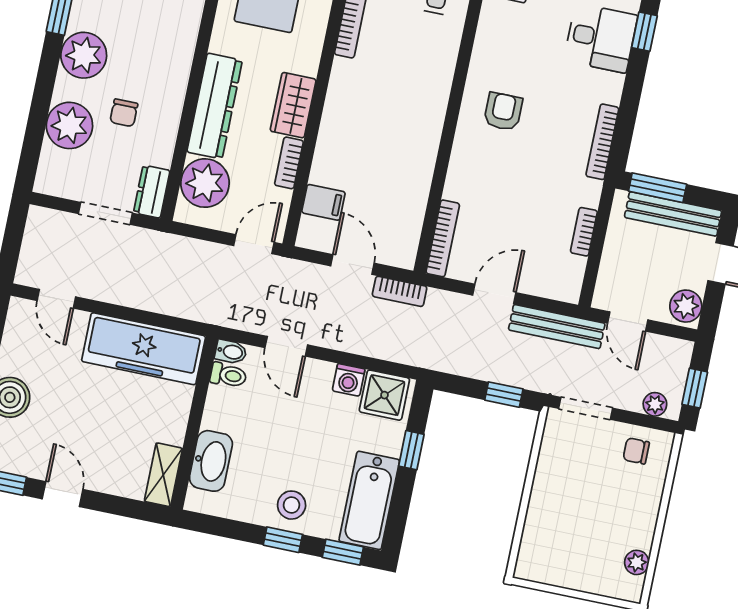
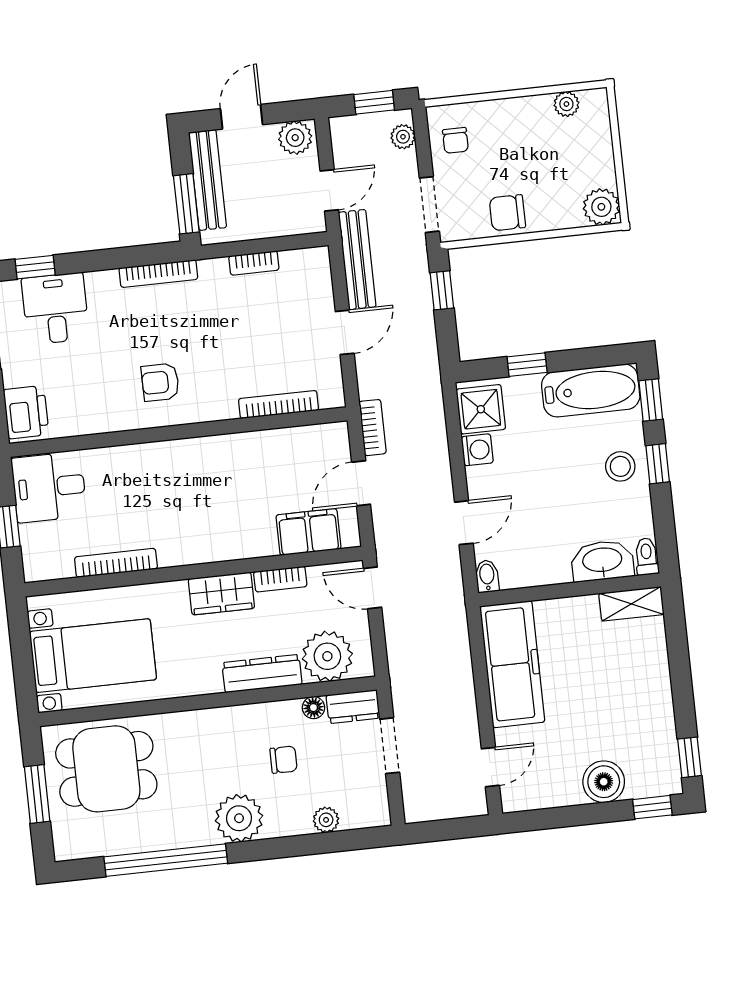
dresser: (215, 106) -> (262, 674), width x0.73, depth x0.80
plant: (69, 125) -> (326, 820), width x0.53, depth x0.53
floor lamp: (162, 155) -> (313, 708), added
filing cabinet: (323, 202) -> (308, 532), width x2.00
bookcase: (443, 238) -> (279, 404), moved
door: (494, 294) -> (345, 332), swing flipped
toilet: (228, 375) -> (647, 556), moved
chair: (555, 477) -> (507, 213), added
door: (63, 494) -> (683, 698), removed
plant: (533, 564) -> (601, 207), added

